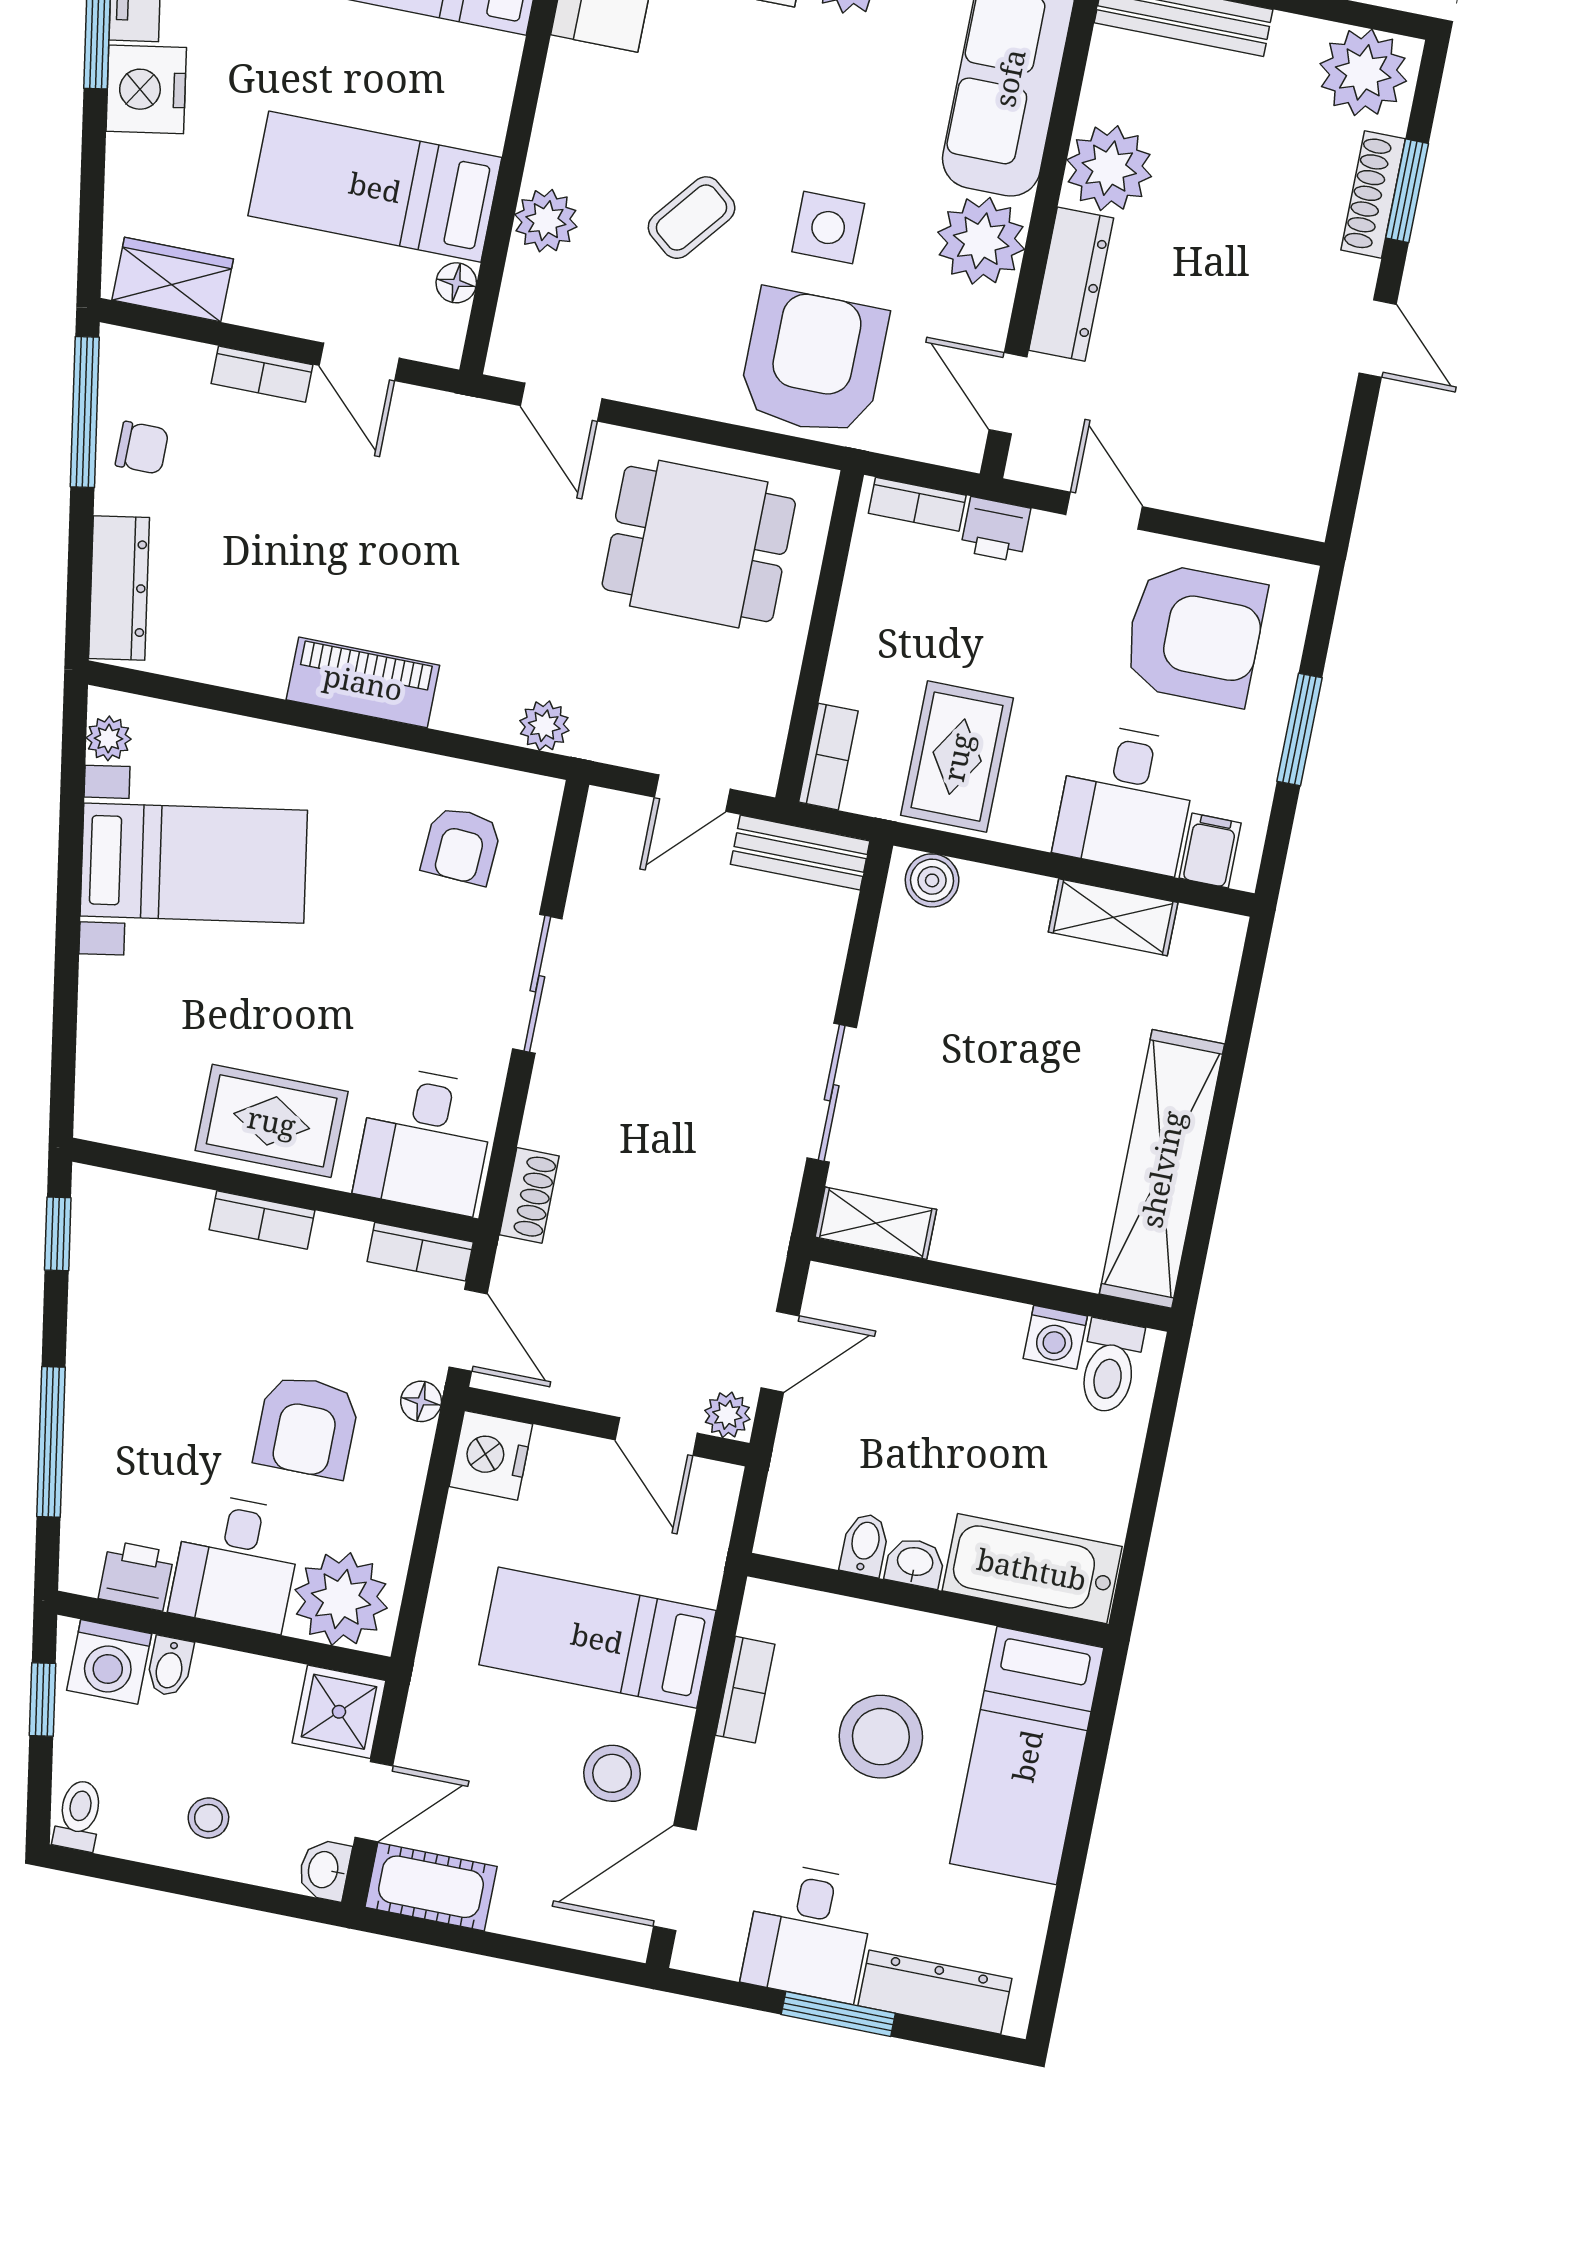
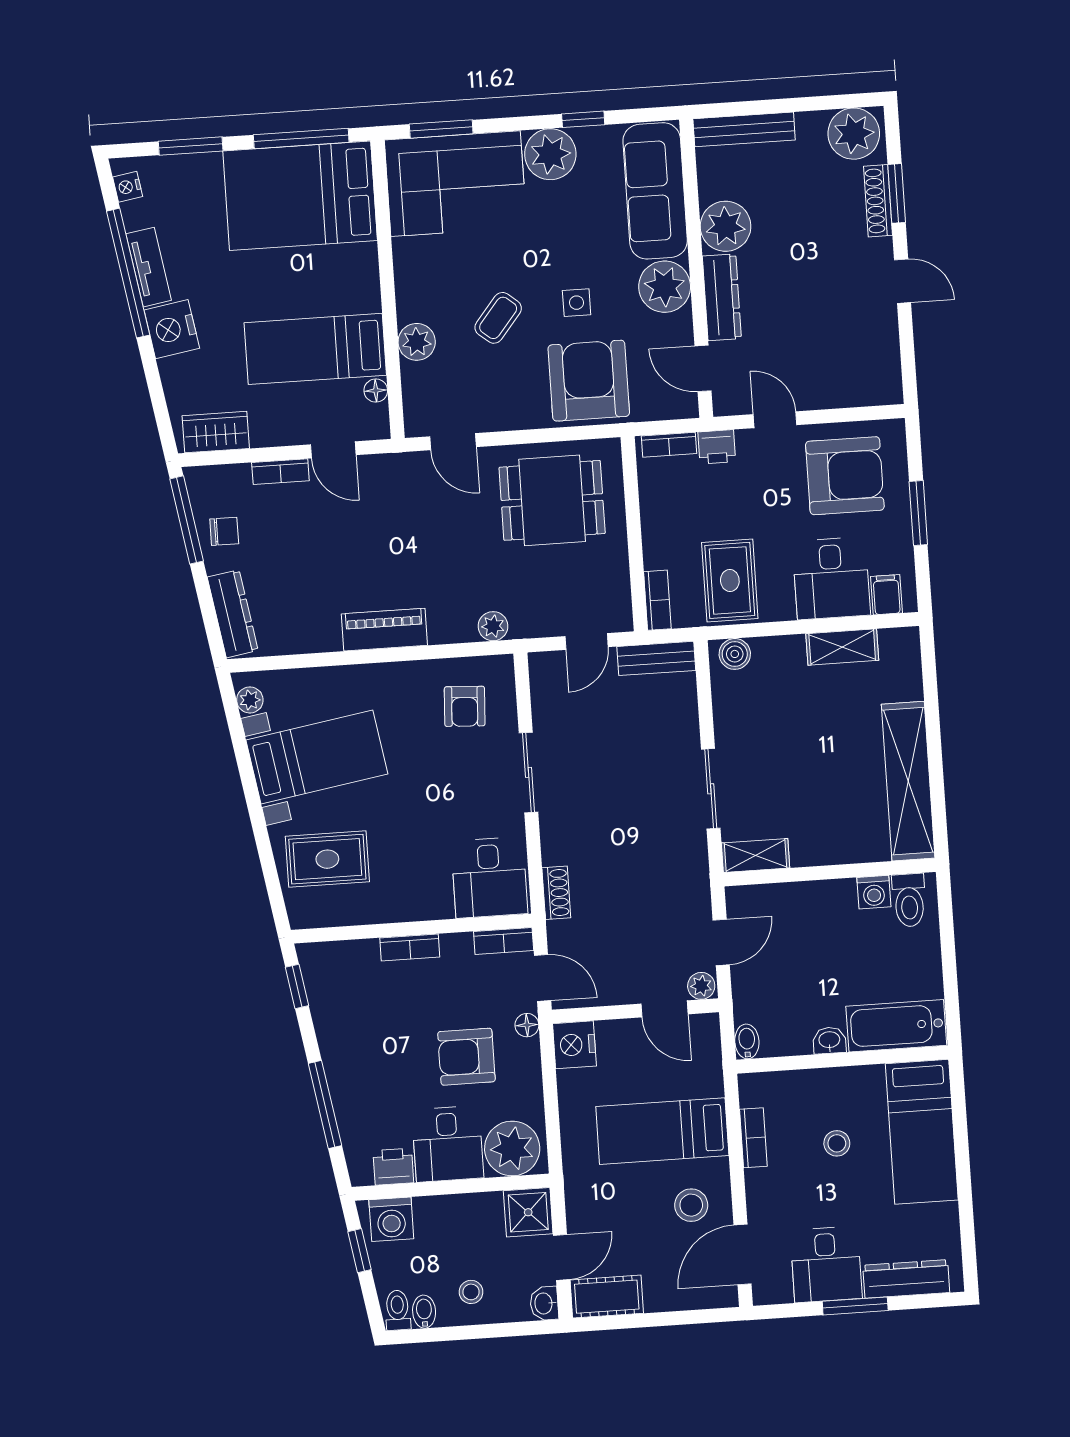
side table: (828, 228) -> (577, 303), width x0.73, depth x0.73
rug: (272, 1121) -> (327, 859), moved
armchair: (307, 1426) -> (466, 1057), turned 90
bidet: (865, 1545) -> (747, 1041), moved
bidet: (170, 1666) -> (424, 1312), moved, turned 180
stool: (881, 1737) -> (837, 1143), width x0.53, depth x0.53

